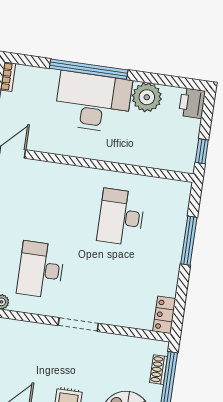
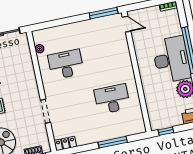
doorway: (78, 324) -> (45, 111), moved

